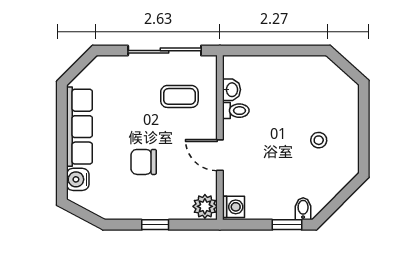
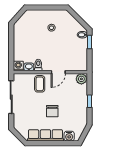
coffee table: (179, 96) -> (40, 84), moved
chair: (144, 162) -> (52, 111), moved
washing machine: (234, 207) -> (18, 66), moved

